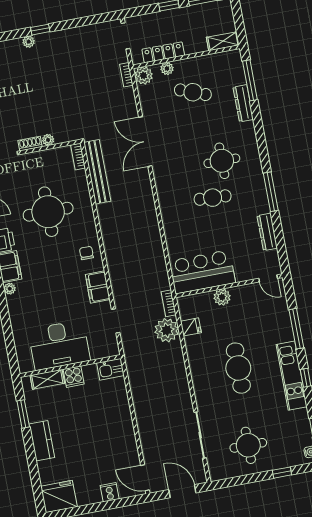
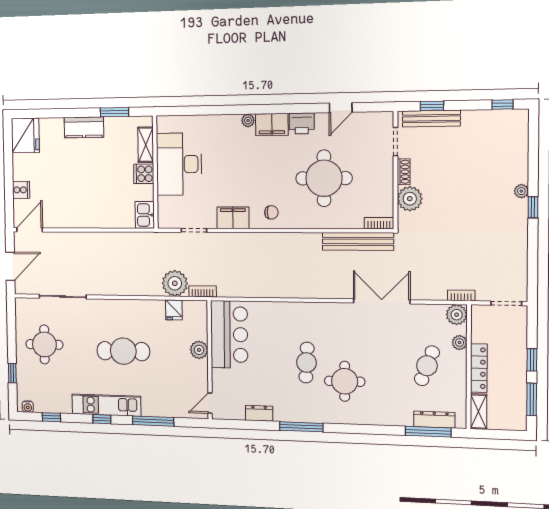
locker: (163, 52) -> (479, 368), moved
dresser: (243, 103) -> (434, 420), moved
plant: (48, 140) -> (410, 199), width x1.88, depth x1.88
dresser: (267, 232) -> (259, 413), width x0.70

